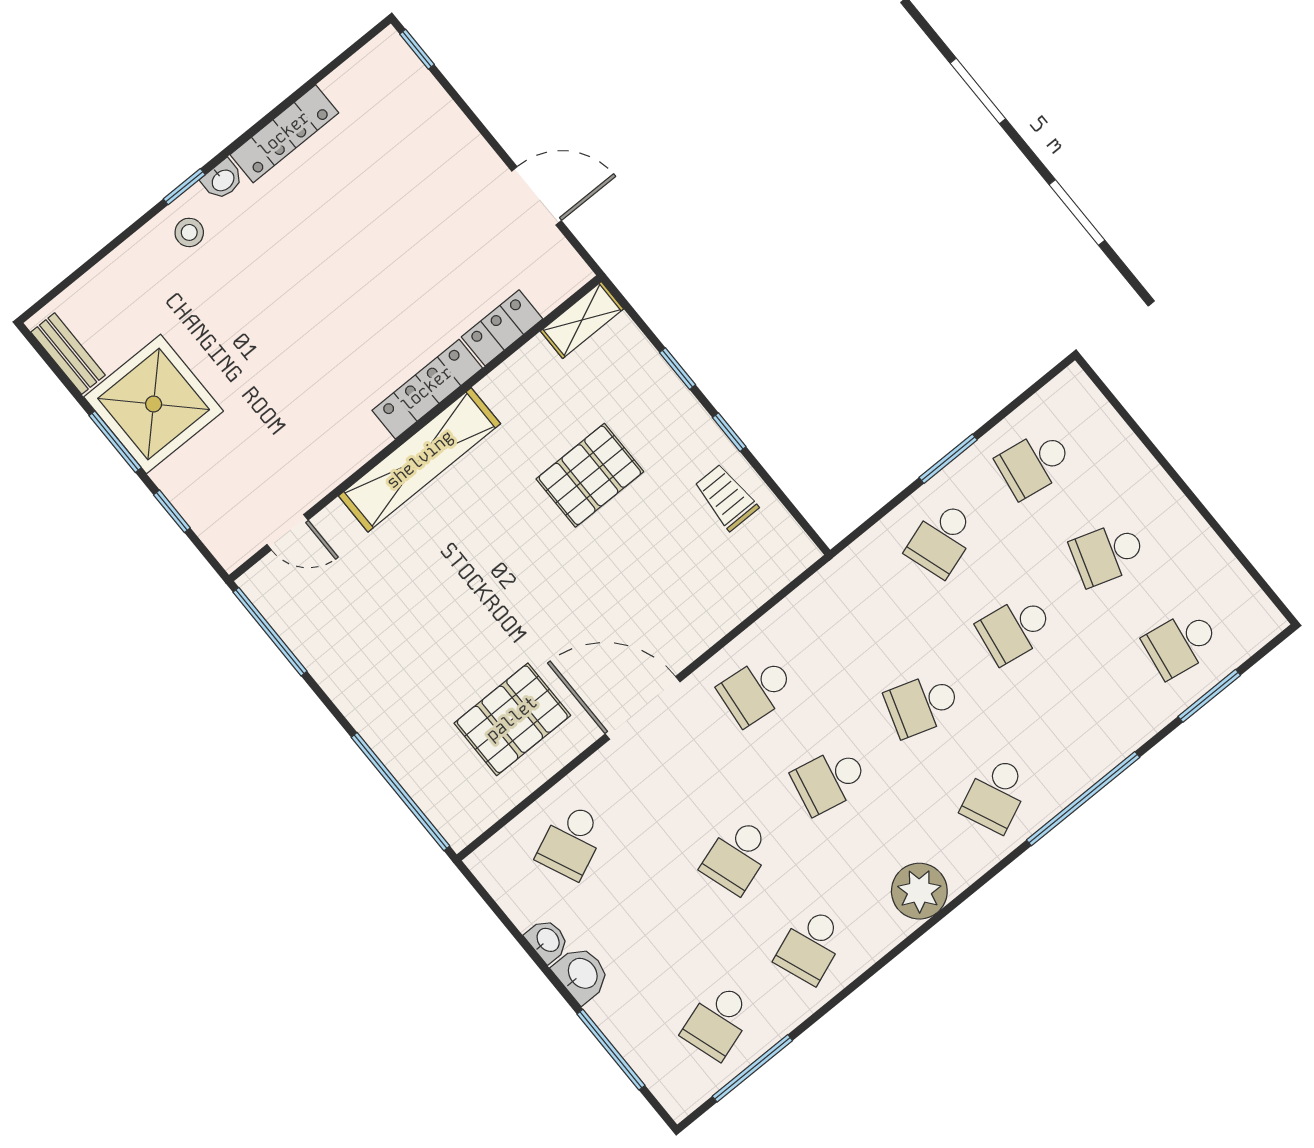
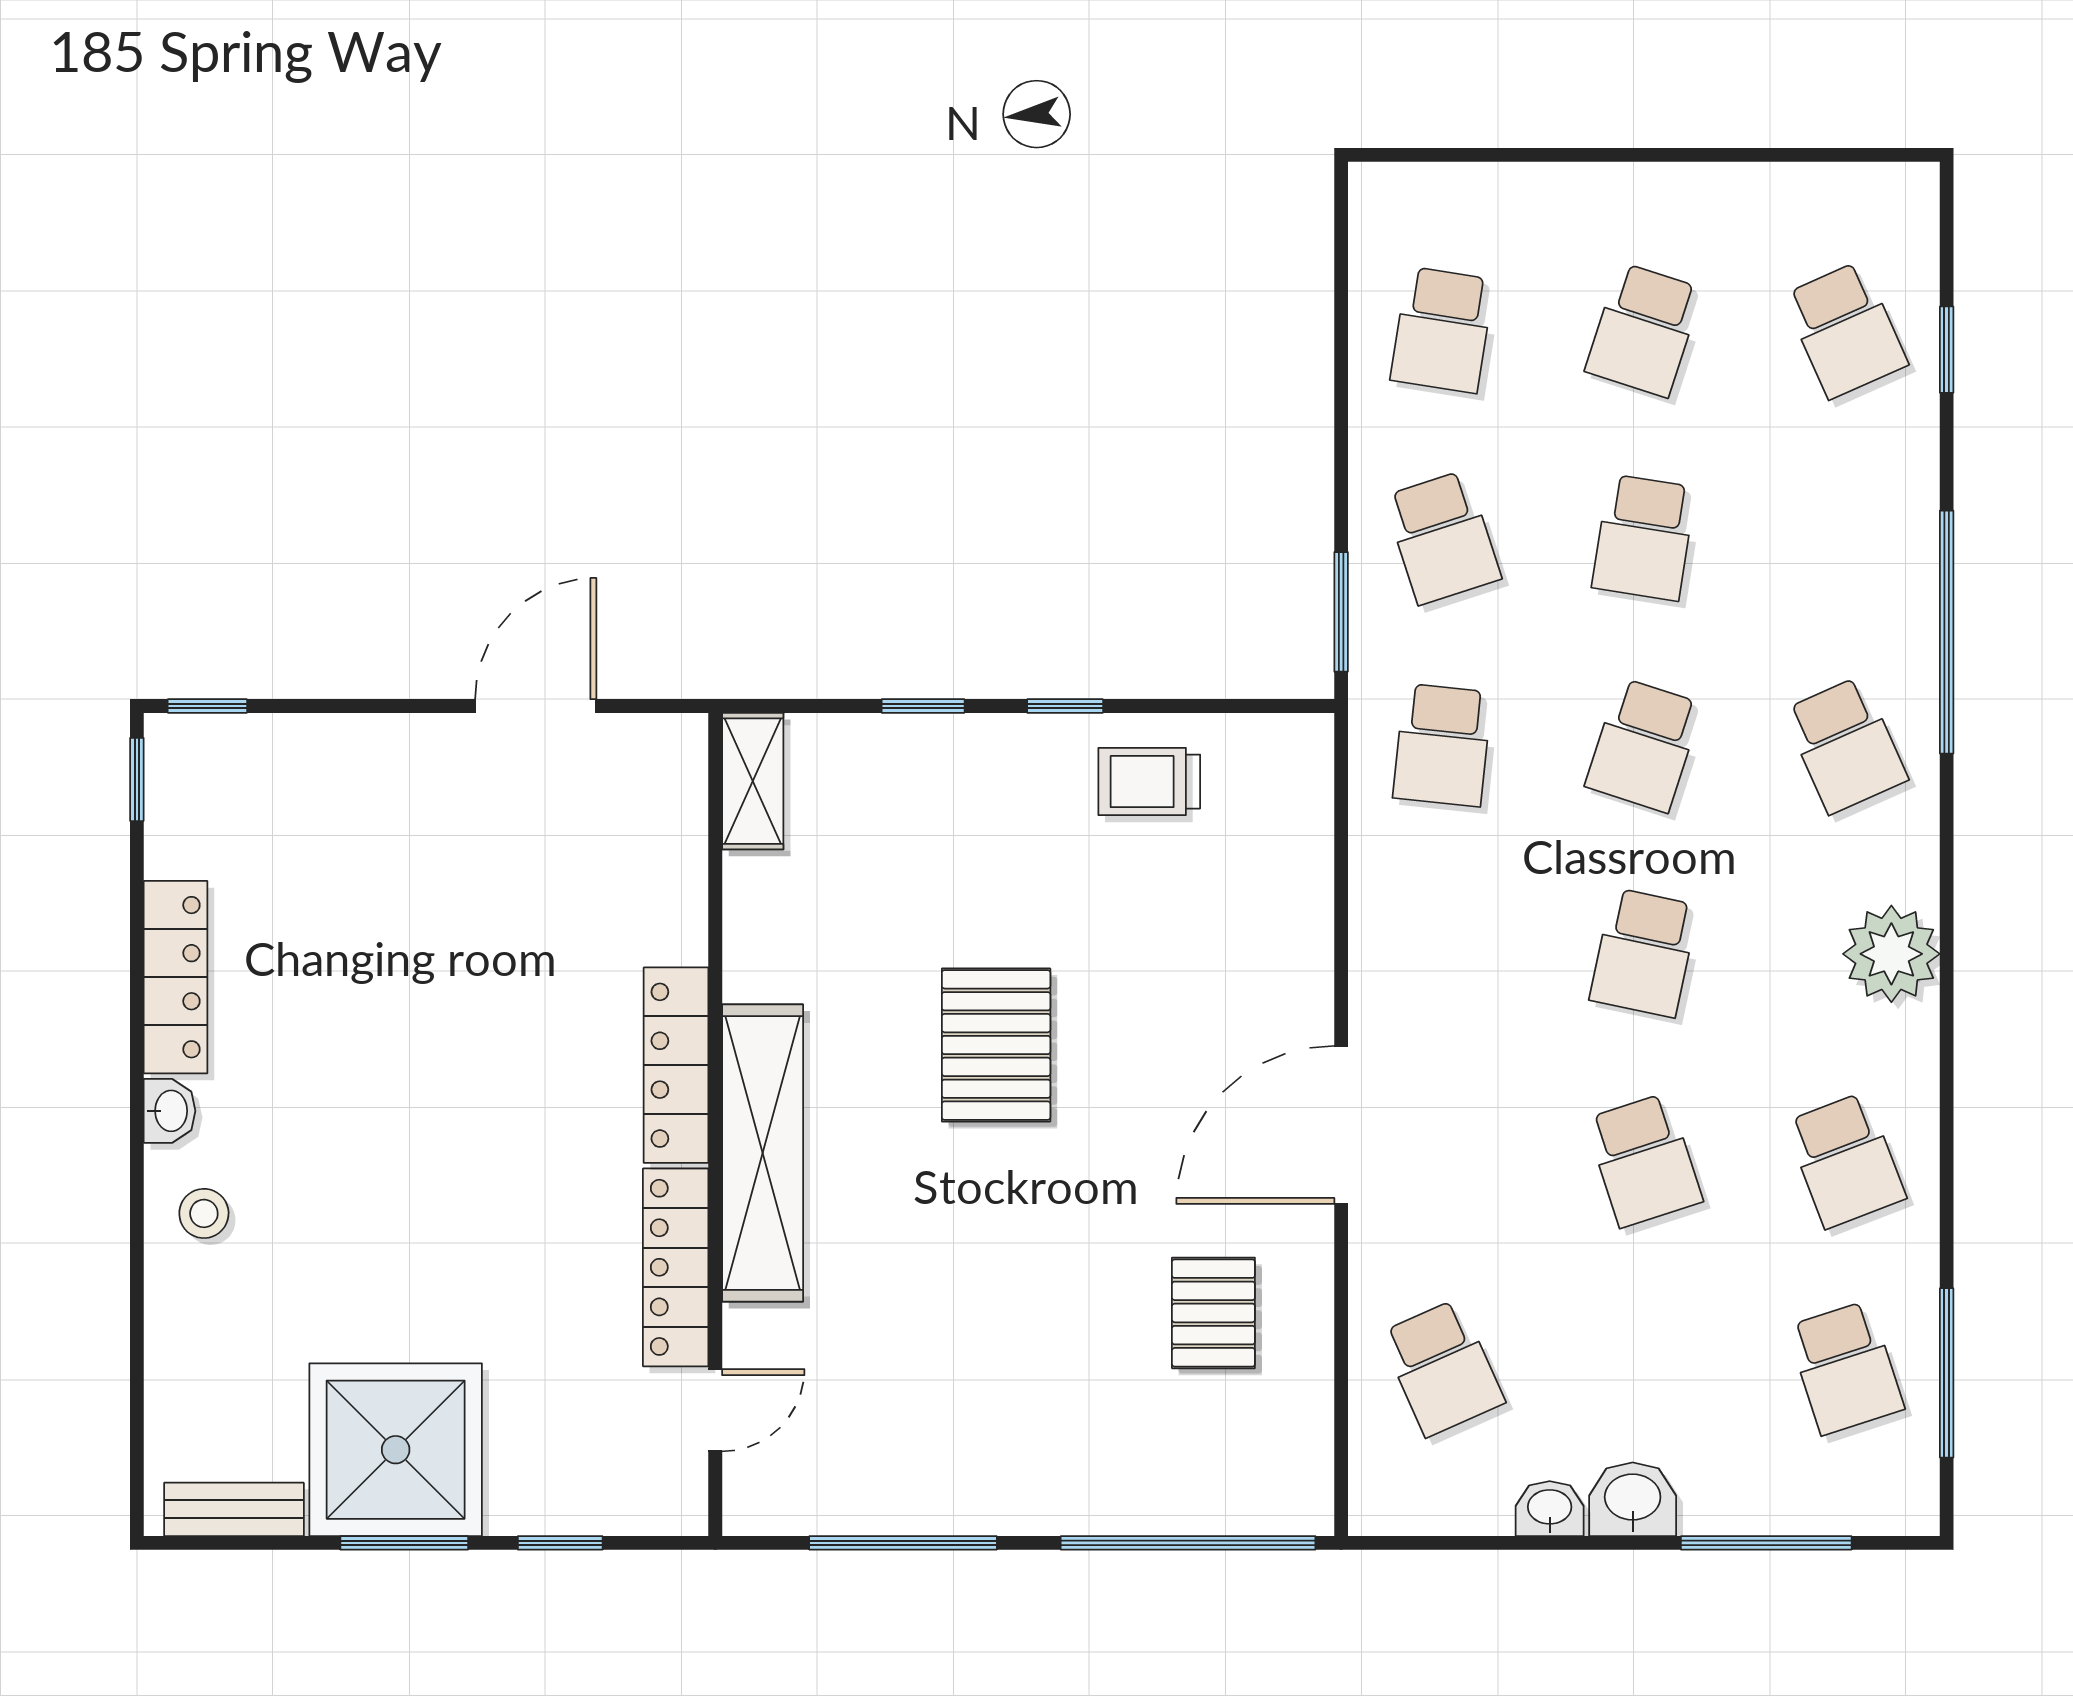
window: (184, 187) -> (137, 779), moved
locker: (502, 328) -> (676, 1267), moved, width x1.53
window: (948, 459) -> (1341, 612), moved
pallet: (590, 475) -> (996, 1045), moved
window: (270, 632) -> (903, 1543), moved
school desk: (1181, 643) -> (1845, 330), turned -33
school desk: (756, 690) -> (1442, 745), moved
window: (1209, 696) -> (1947, 350), width x0.67
pallet: (512, 719) -> (1213, 1313), width x0.67, depth x0.71

